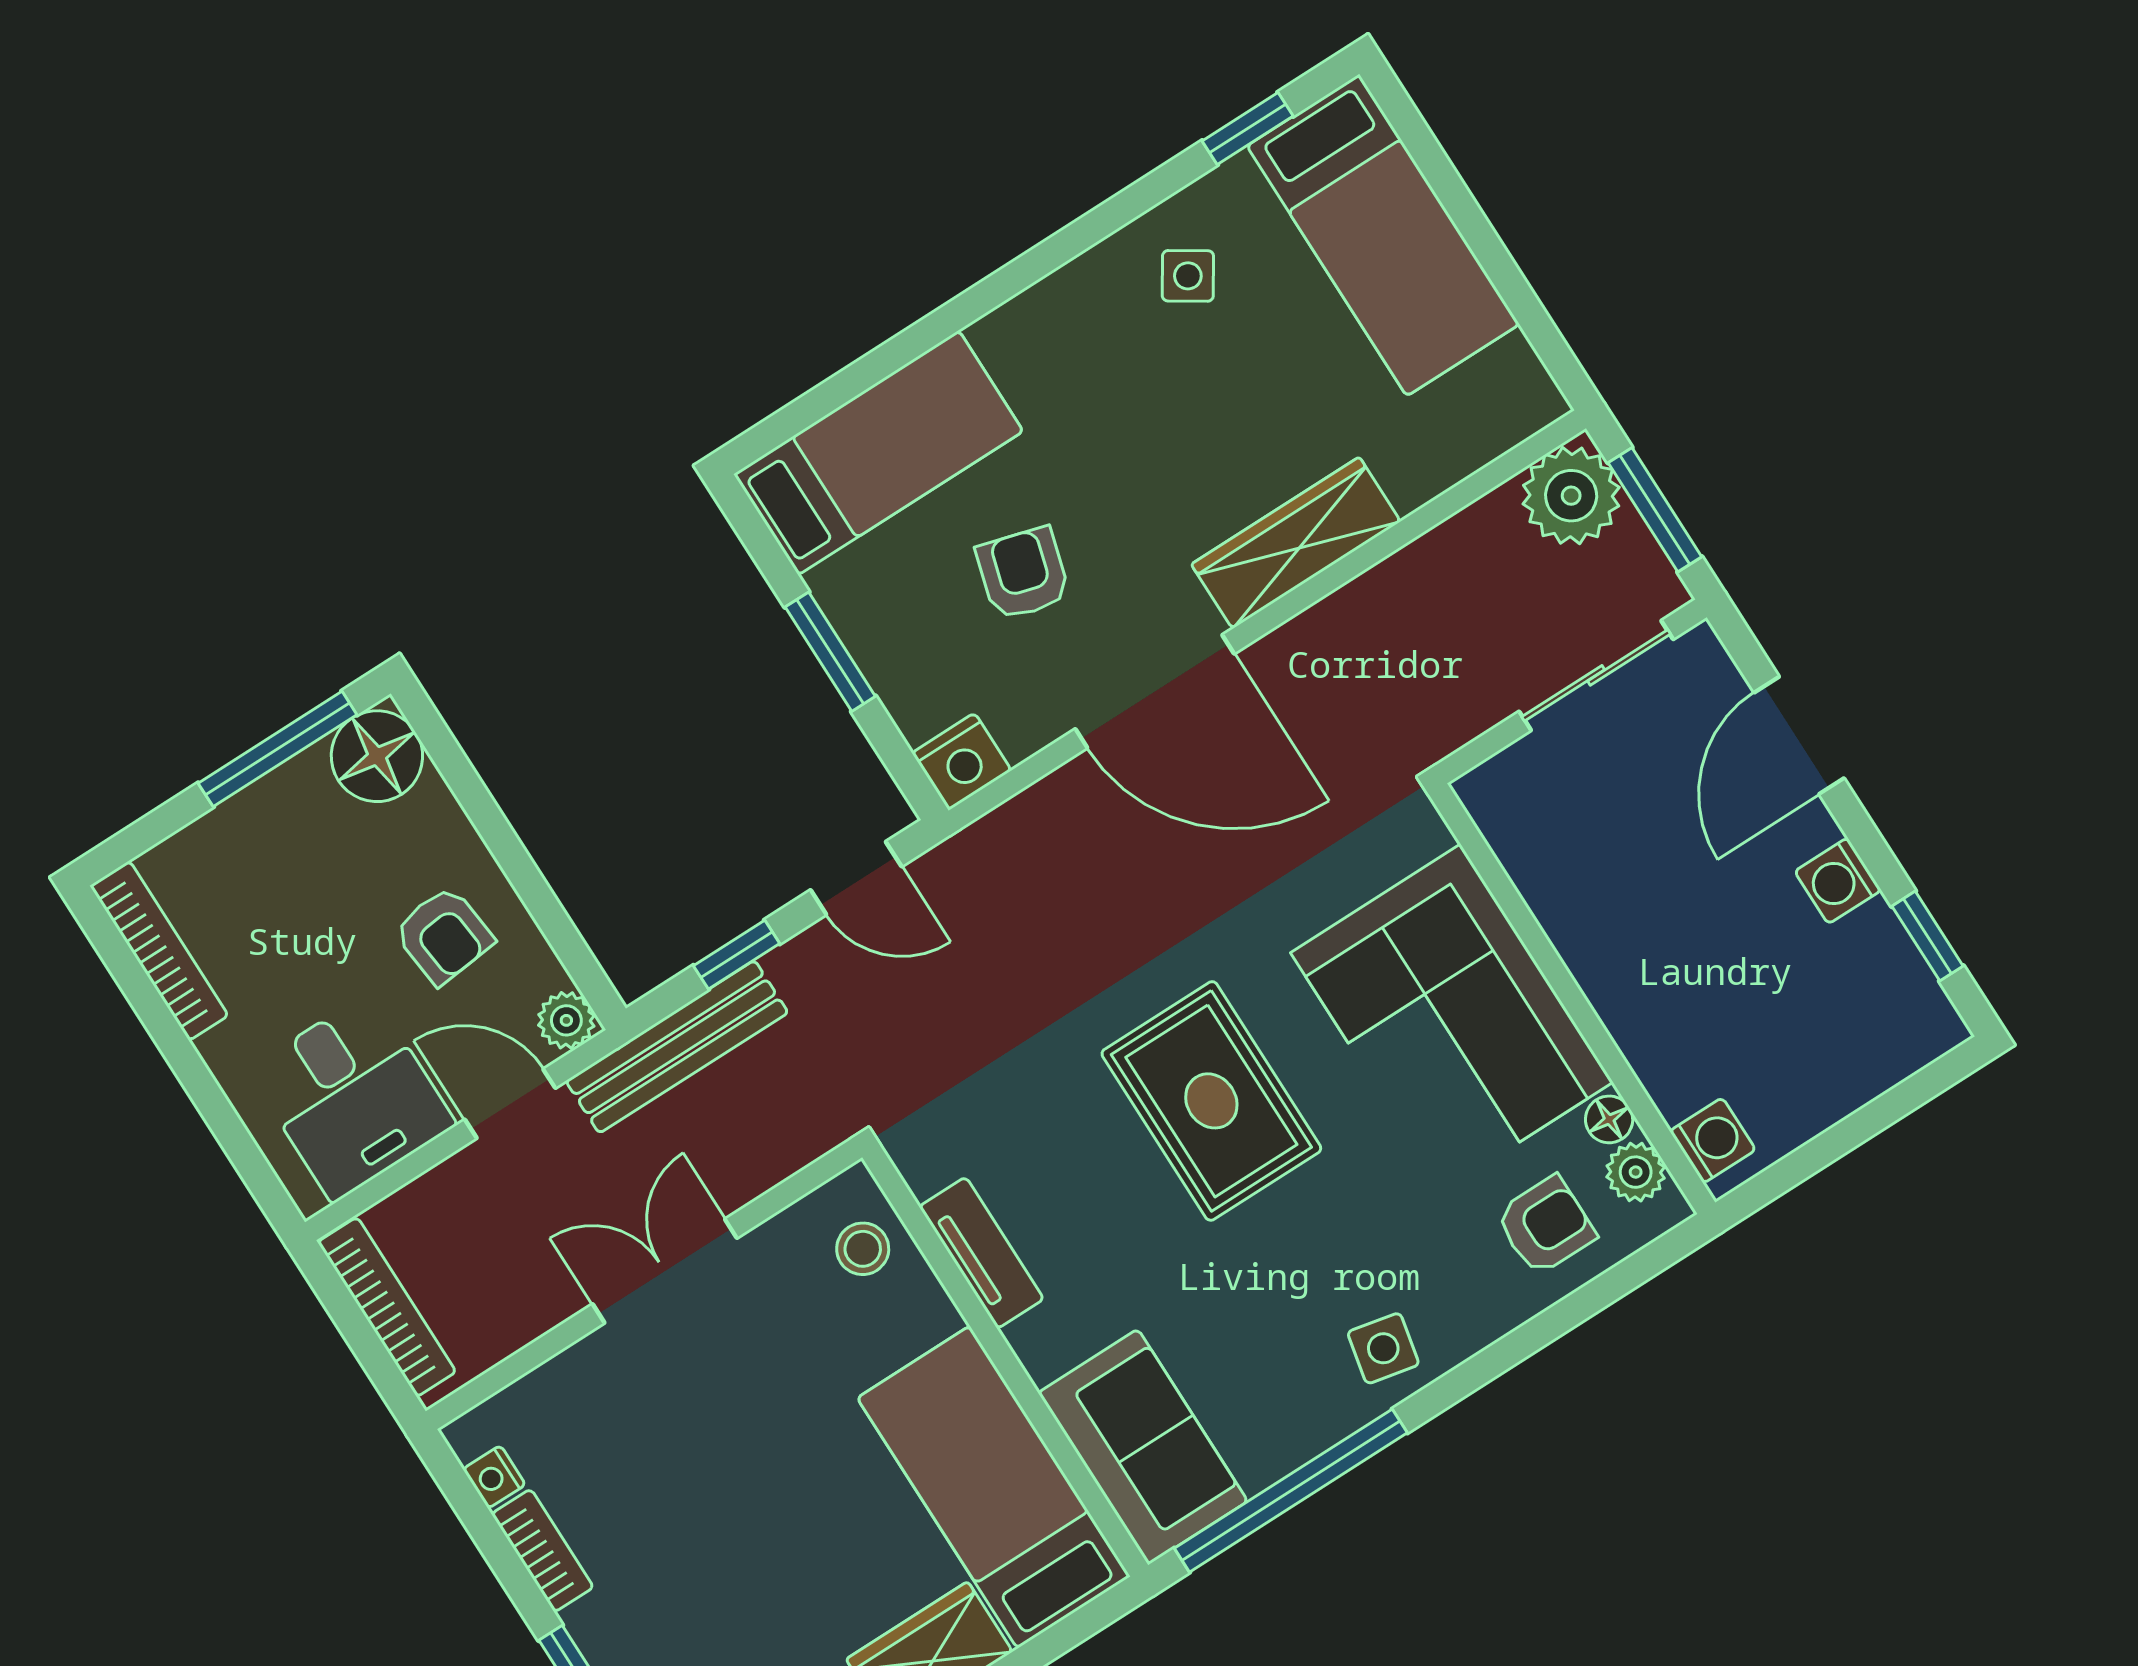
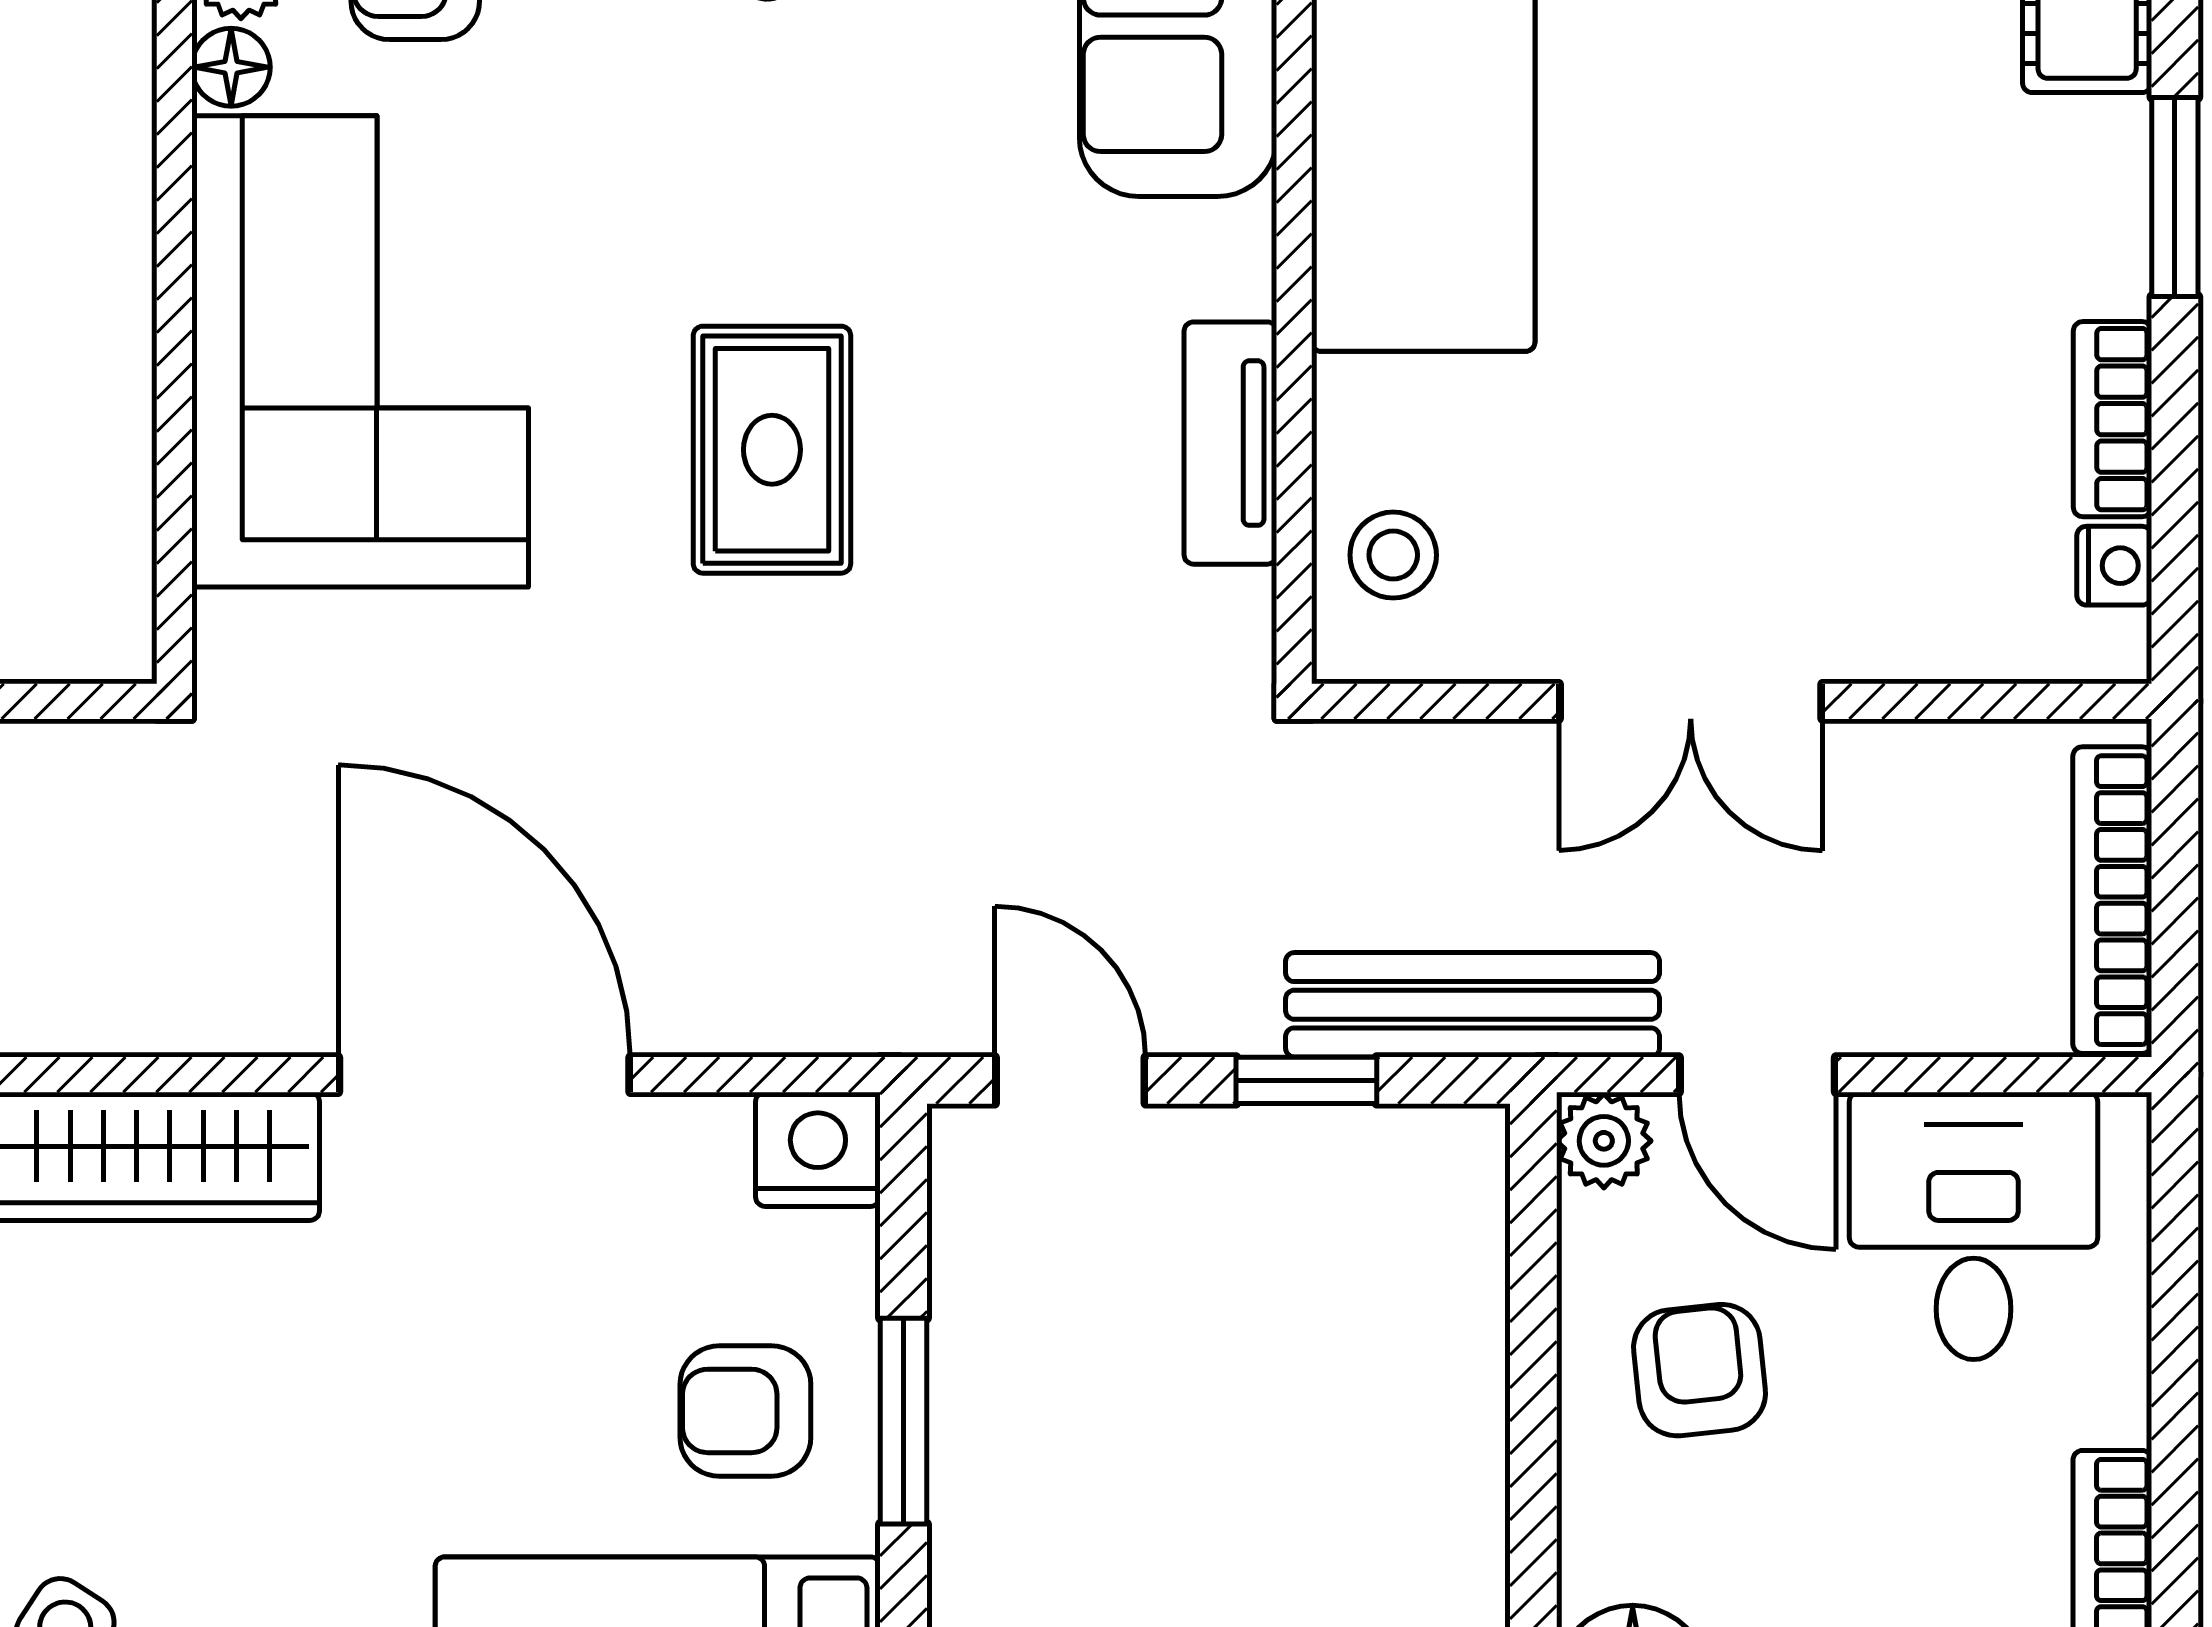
armchair: (1023, 574) -> (745, 1411), moved, turned 74
rug: (1211, 1101) -> (772, 450), width x0.73, depth x0.70

